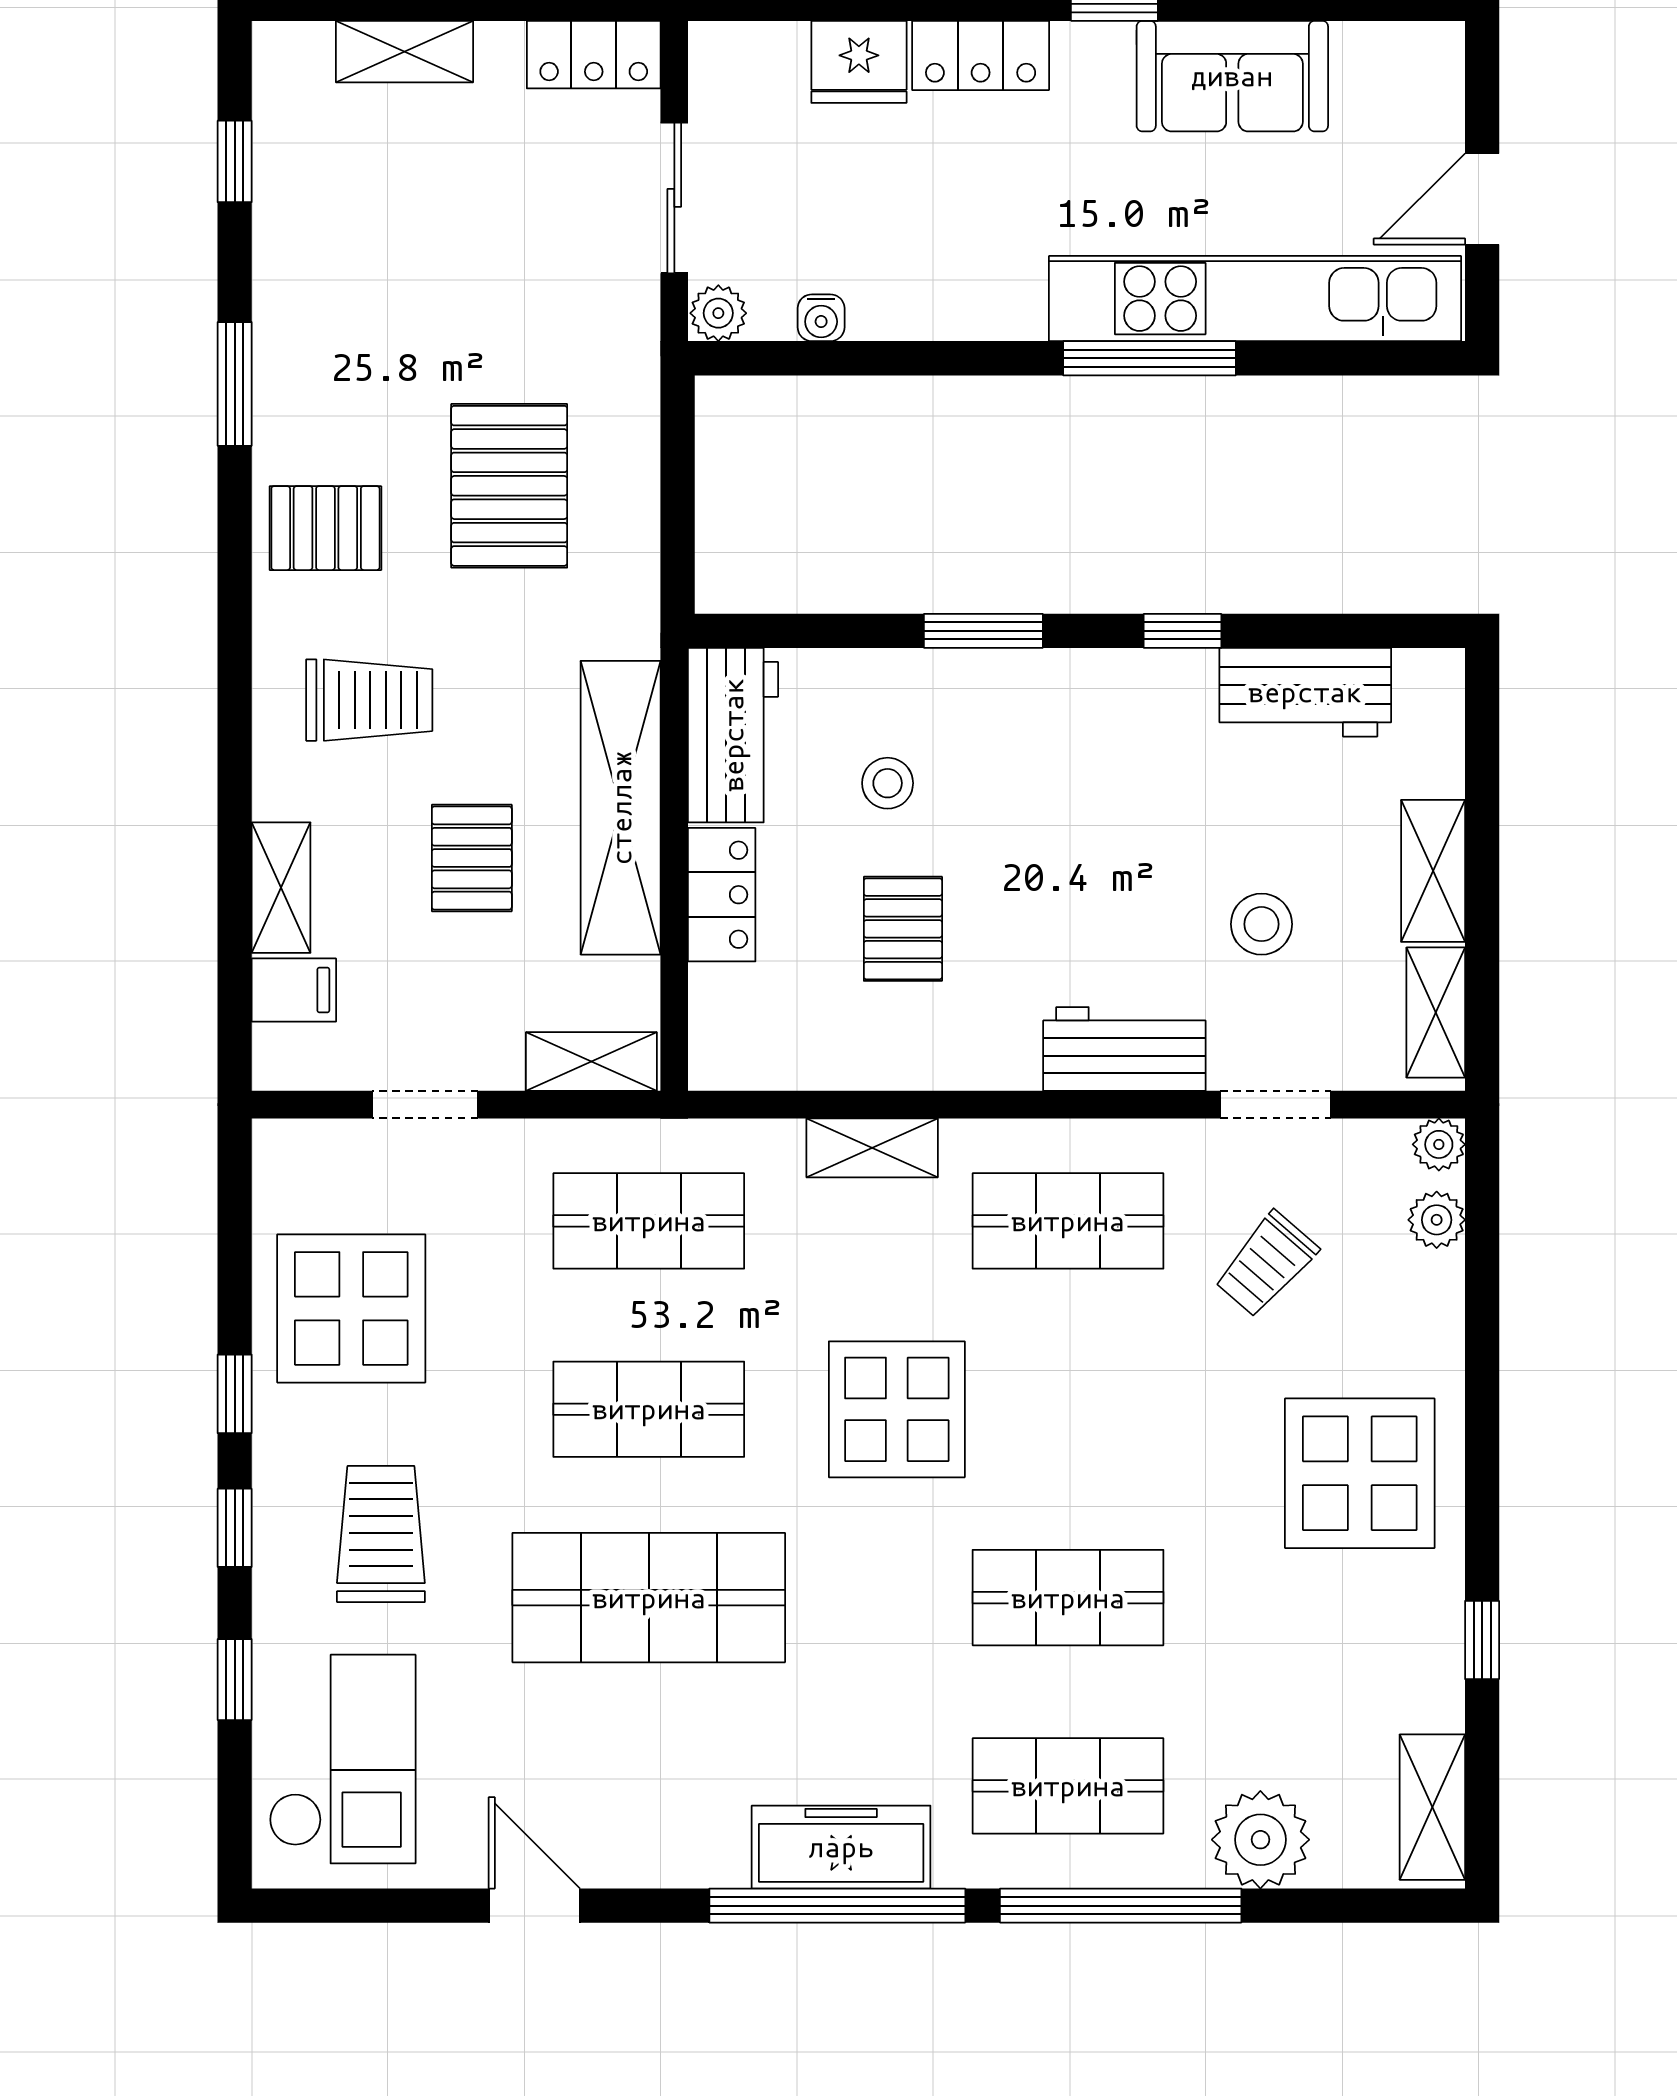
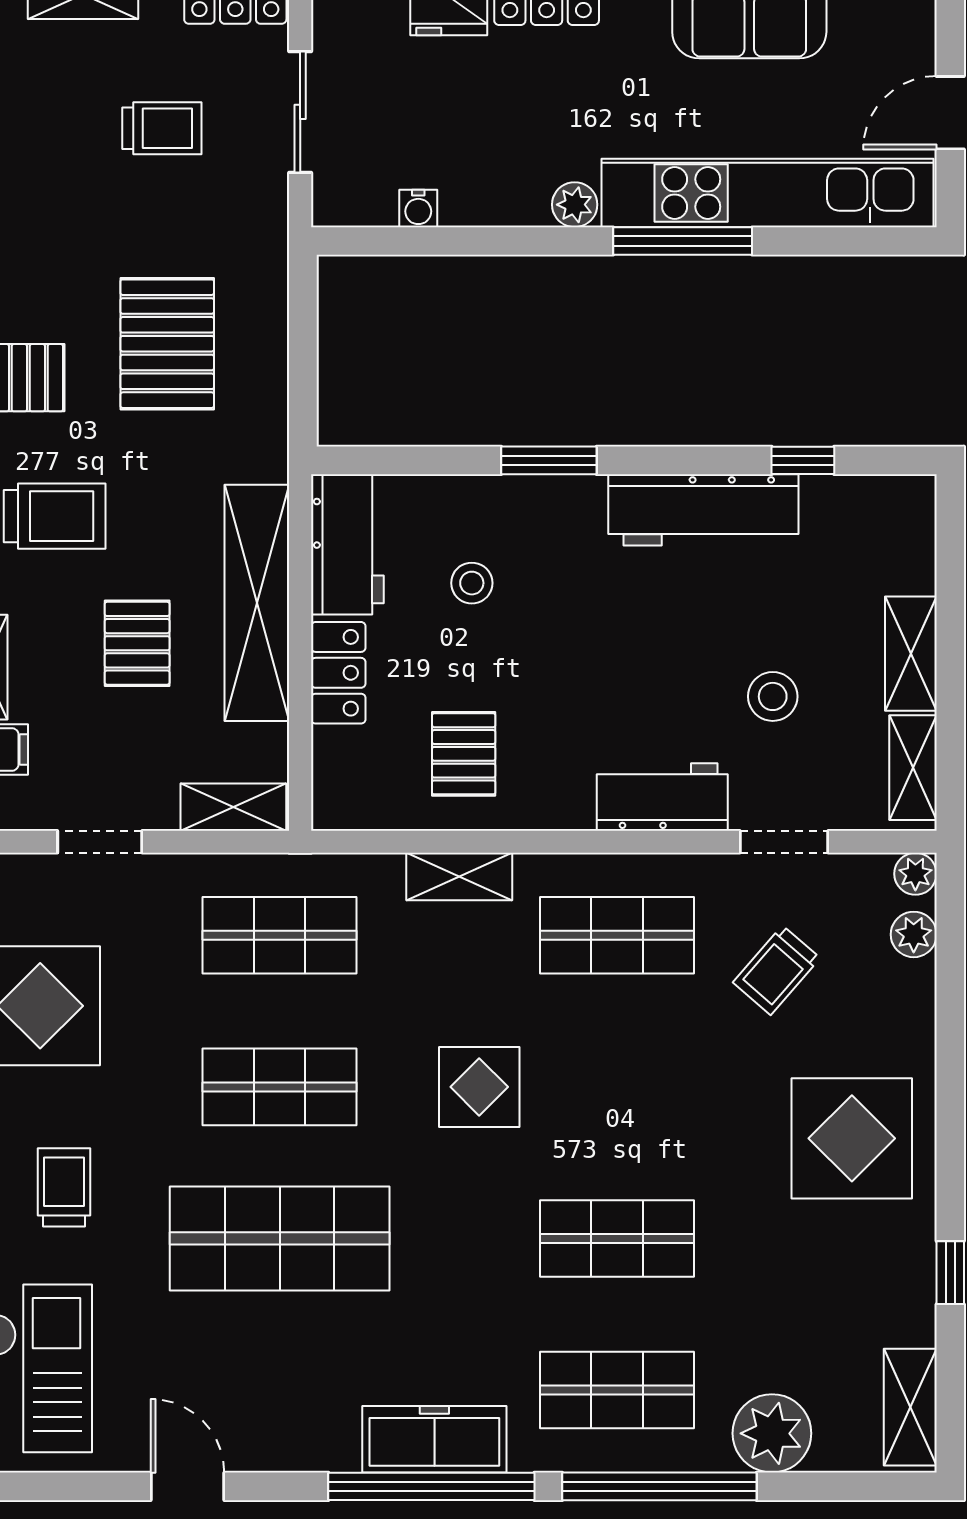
trolley: (503, 218) -> (162, 128), added
plant: (718, 313) -> (575, 205), moved
window: (1182, 631) -> (803, 460), moved
workbench: (1305, 692) -> (703, 510), moved, width x1.37
pallet: (903, 929) -> (464, 754), moved
display table: (897, 1409) -> (479, 1087), width x0.73, depth x0.73
trolley: (381, 1534) -> (64, 1187), width x0.73, depth x0.72

